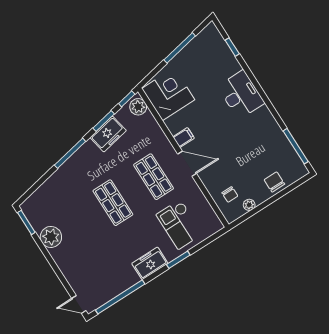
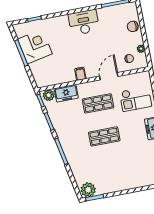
corner desk: (168, 94) -> (35, 46), moved, turned 79
desk: (241, 95) -> (84, 22), moved
freezer: (108, 134) -> (66, 93), moved, turned 101
door: (187, 164) -> (109, 76), moved
plant: (51, 237) -> (88, 190), moved

